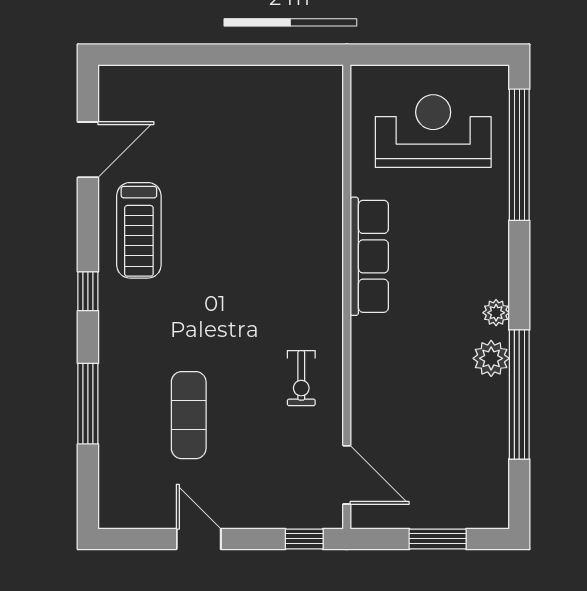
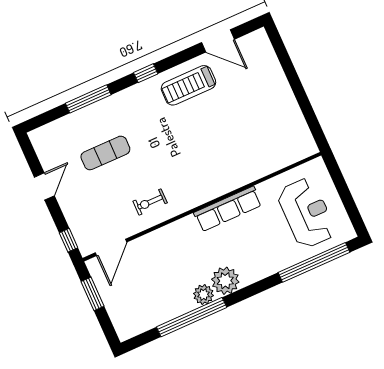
plant: (496, 313) -> (225, 281), width x1.88, depth x1.88
window: (438, 539) -> (93, 294), moved

